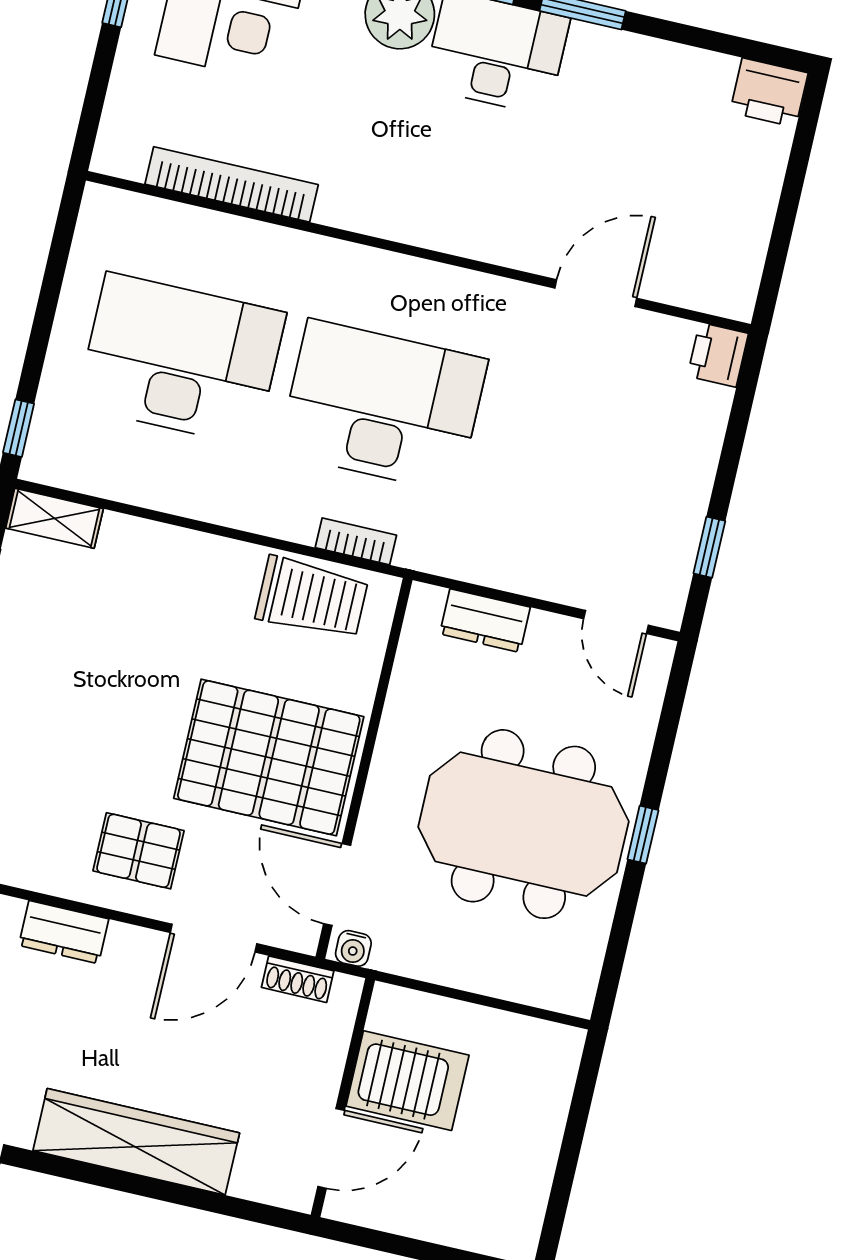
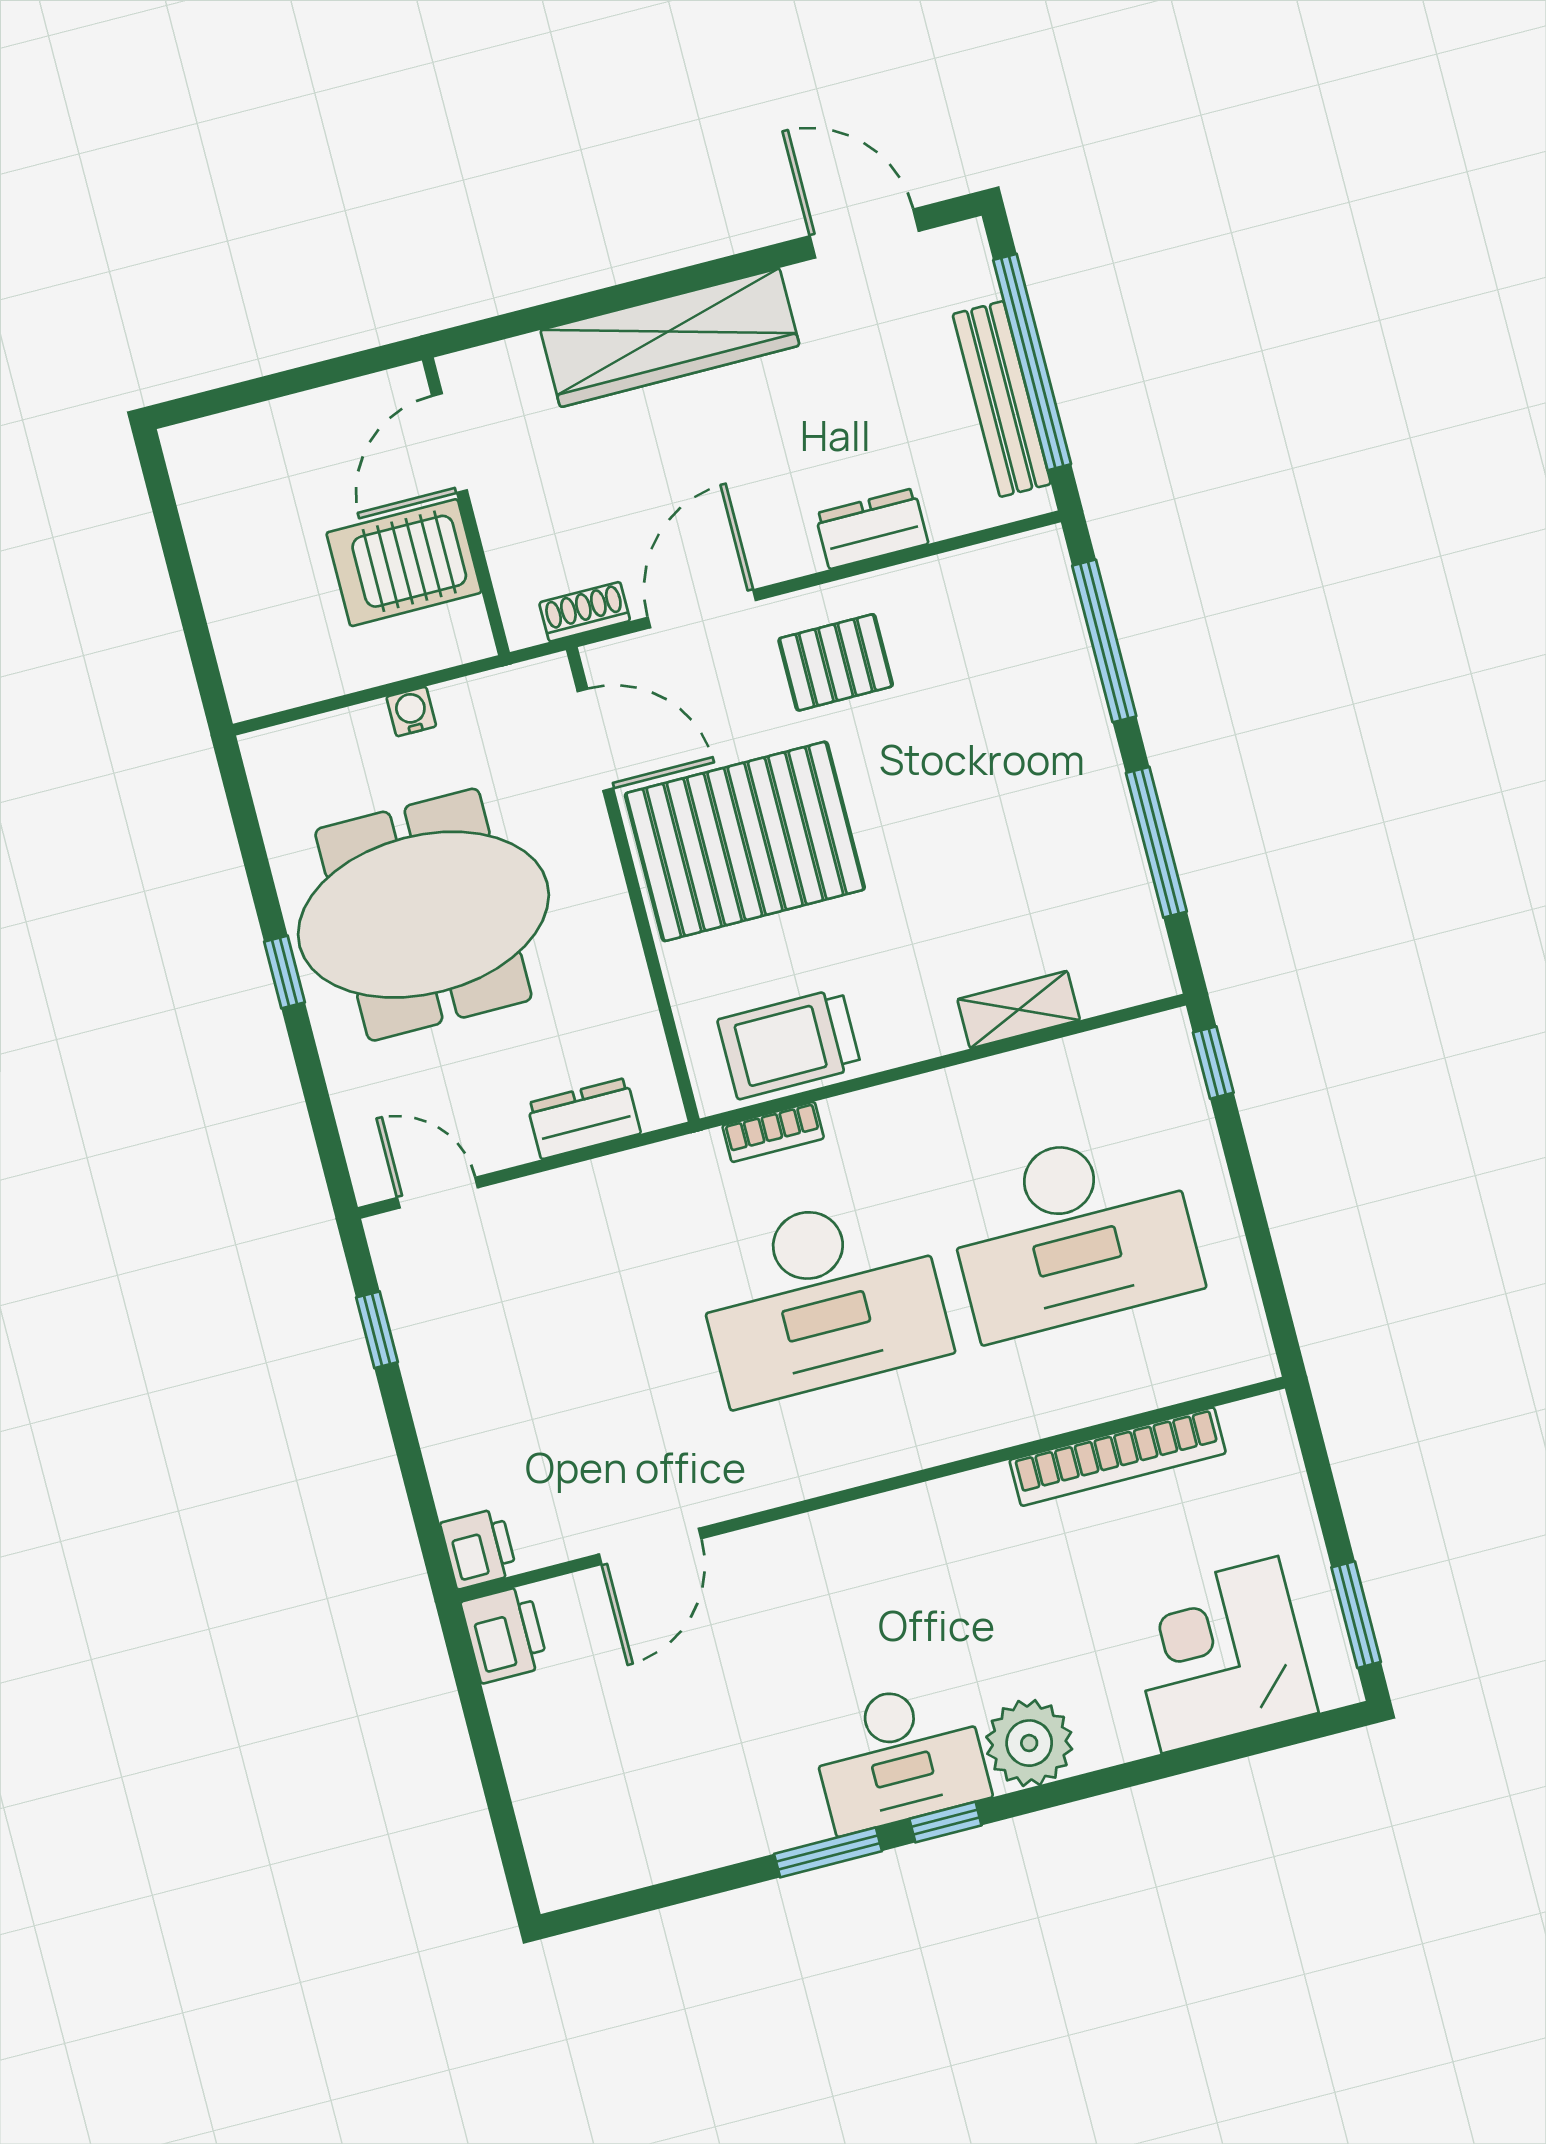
printer: (769, 93) -> (505, 1634), moved, turned 90
shelving: (54, 518) -> (1019, 1010), moved
water cooler: (353, 948) -> (411, 712), moved

